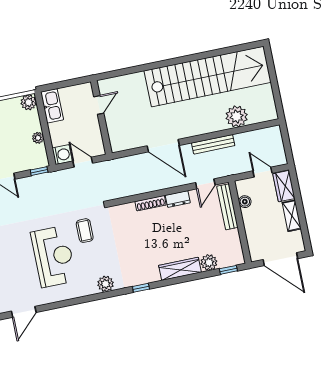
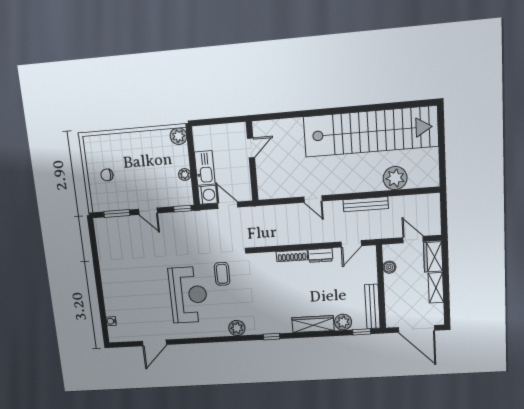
kitchen sink: (52, 106) -> (205, 168), moved
door: (163, 146) -> (313, 199), width x0.53
bench: (227, 207) -> (372, 306), moved

